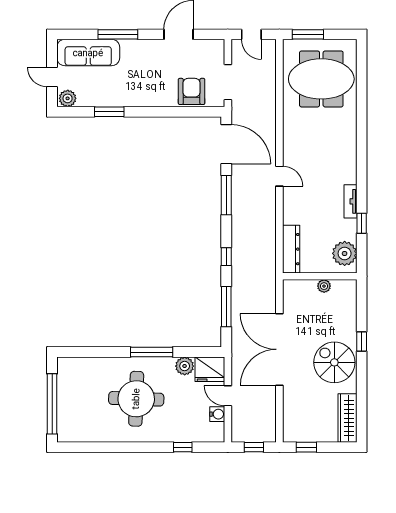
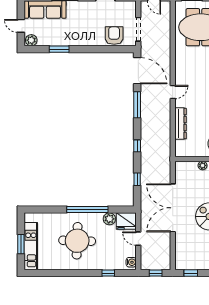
door: (279, 176) -> (173, 92), hinge flipped
dresser: (291, 249) -> (181, 123), moved
window: (226, 307) -> (137, 179), width x0.46
window: (152, 352) -> (87, 210), width x1.46
window: (52, 404) -> (21, 244), width x0.47
kitchen unit: (67, 407) -> (31, 246), added
water cooler: (217, 414) -> (131, 262), moved

